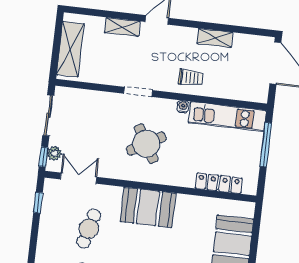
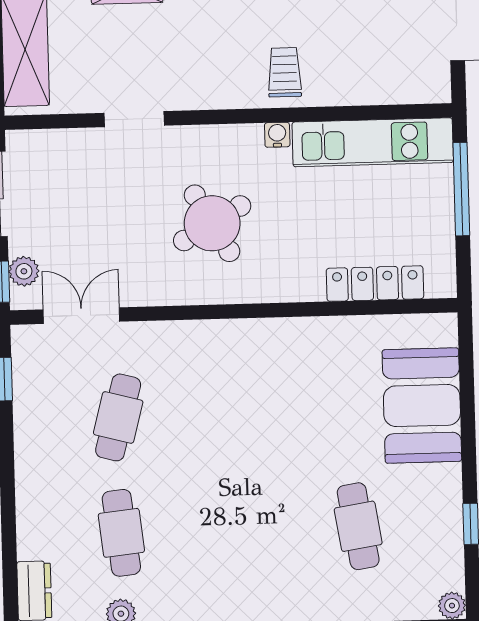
trolley: (191, 78) -> (285, 72), turned -90
doorway: (138, 92) -> (134, 119), moved
booth: (148, 207) -> (235, 355), removed

